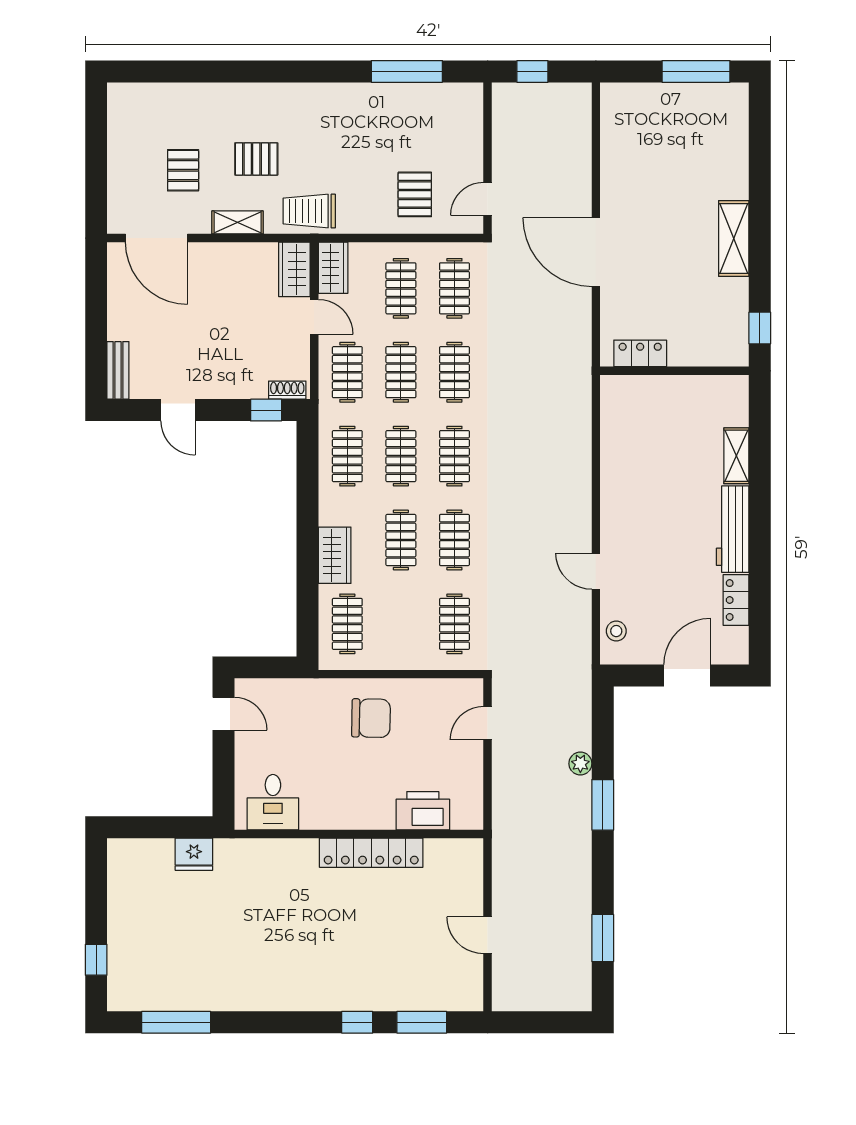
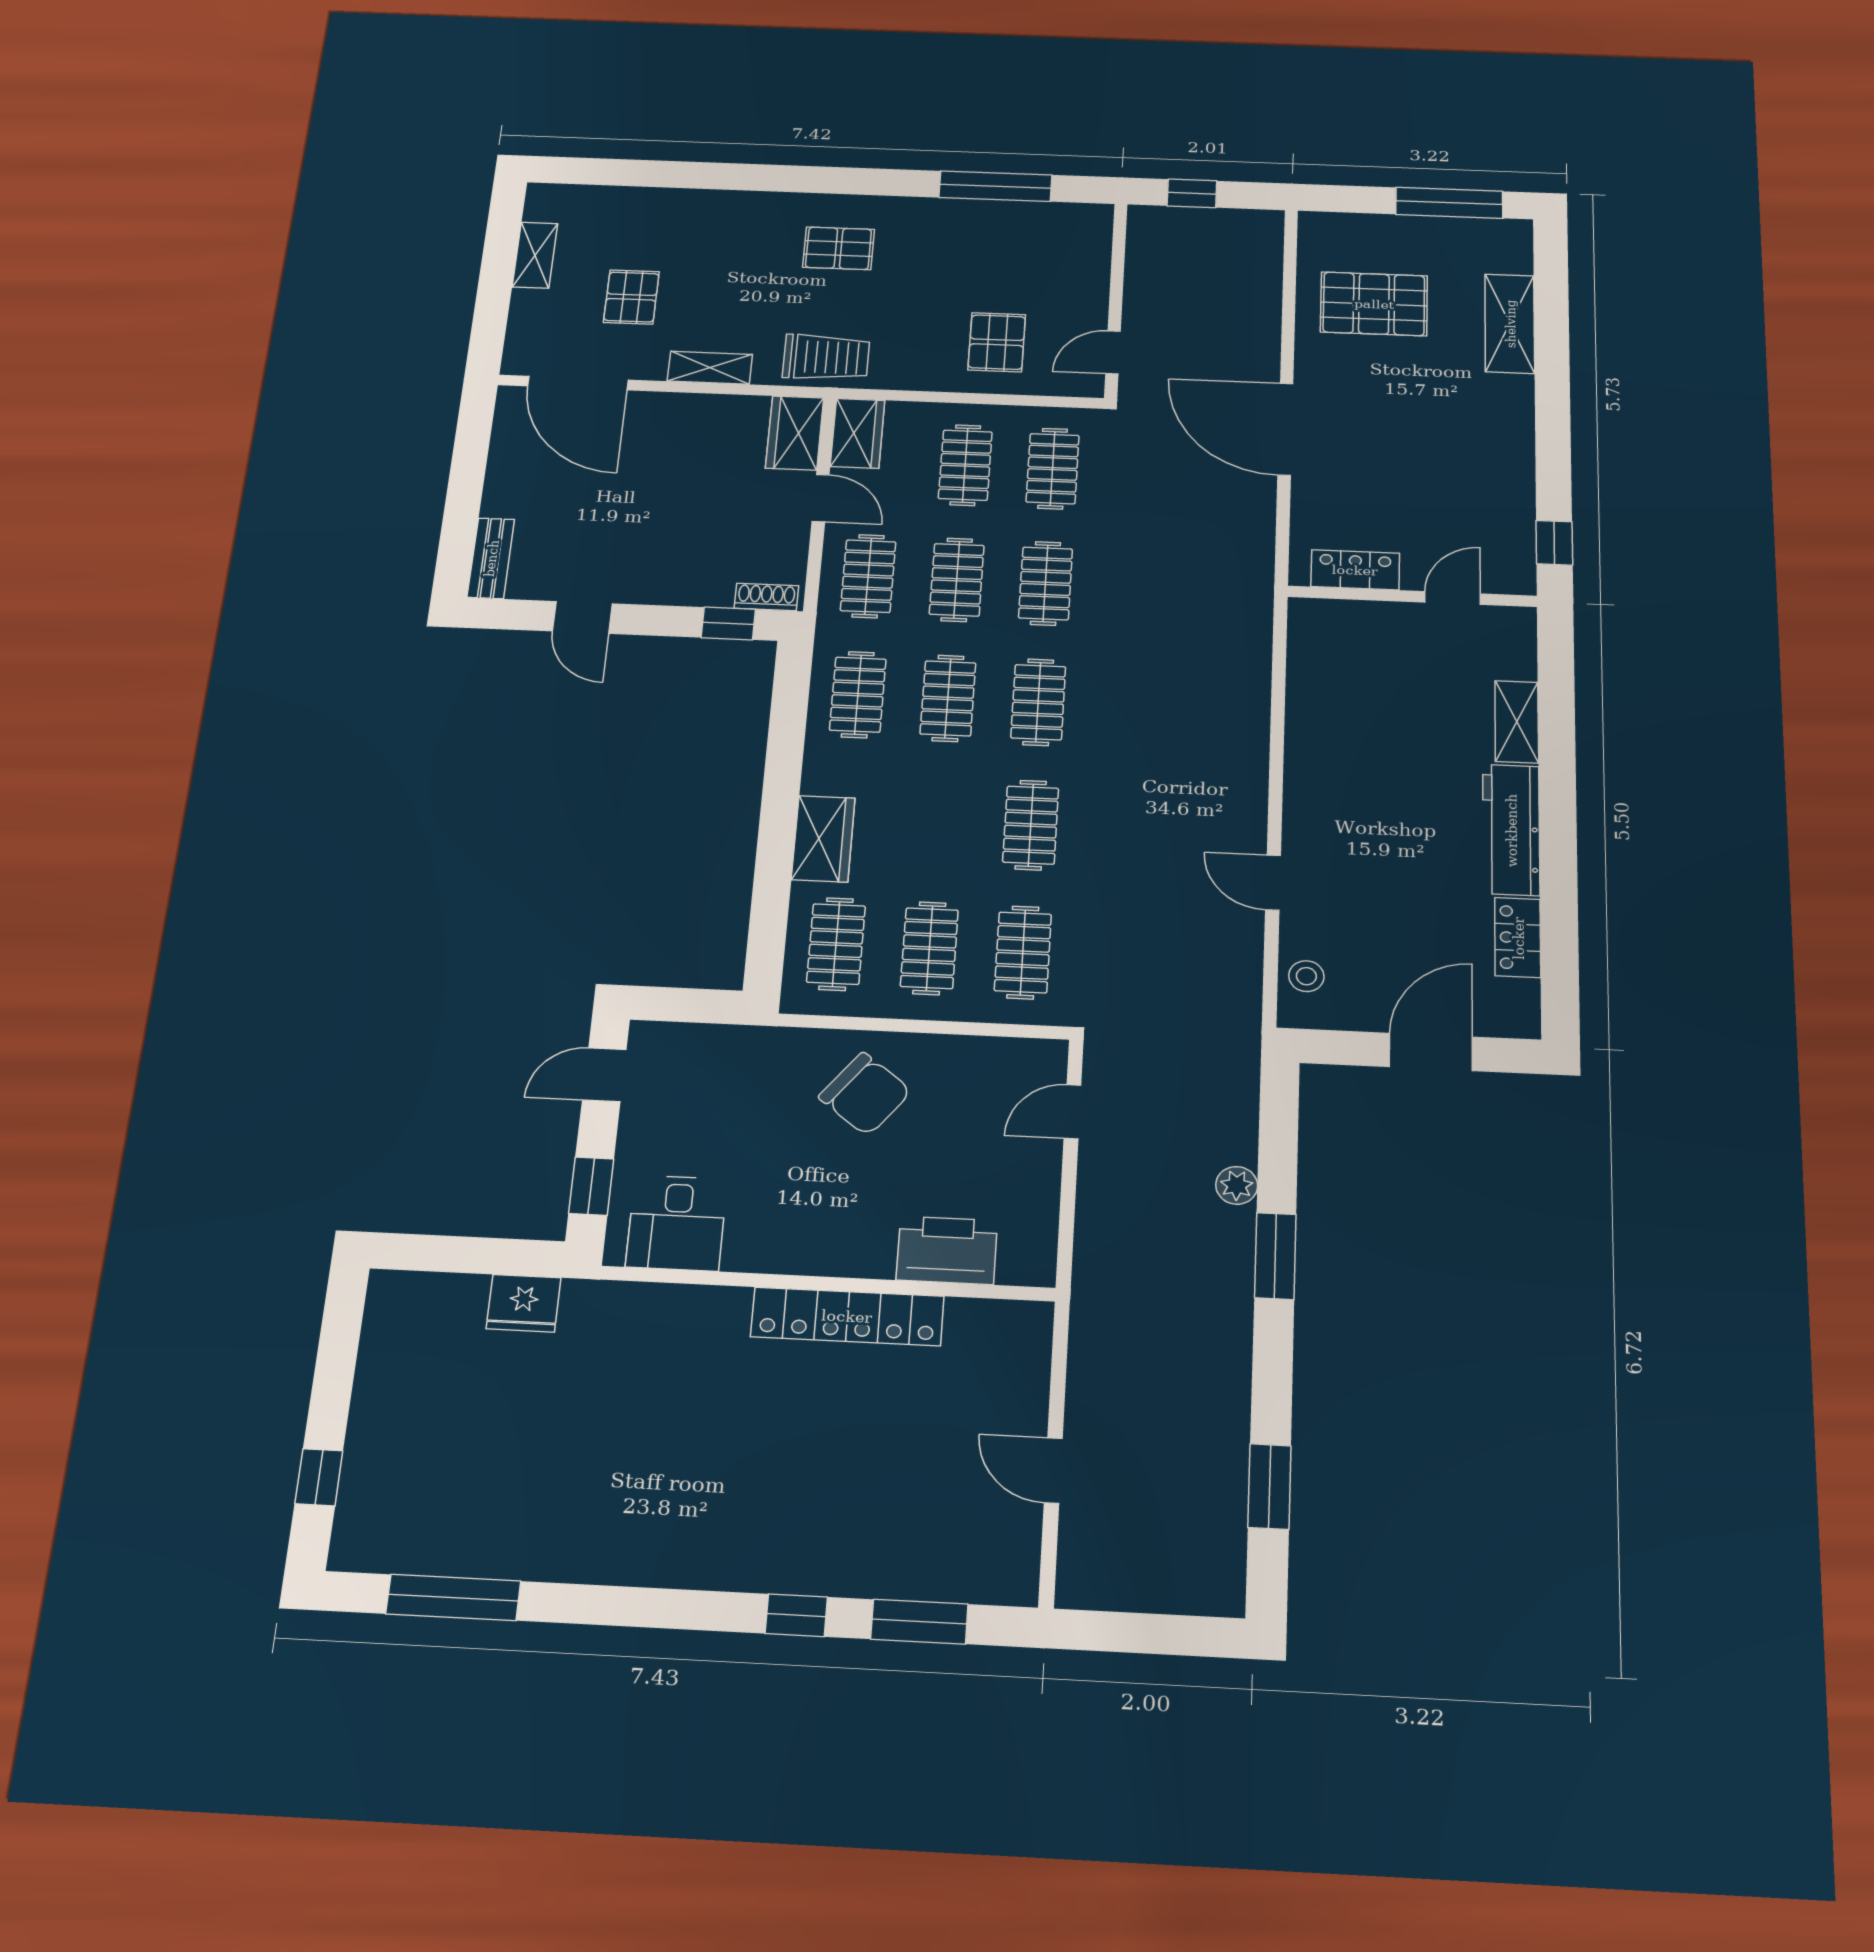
shelving: (119, 140) -> (535, 255), added
pallet: (649, 154) -> (1374, 304), added
pallet: (256, 159) -> (839, 248), moved
trolley: (309, 211) -> (826, 357), turned 180
shelving: (734, 238) -> (1510, 324), moved
door: (699, 371) -> (1453, 598), added
clothes rail: (401, 540) -> (929, 948), moved
door: (223, 714) -> (604, 1075), swing flipped
chair: (371, 718) -> (865, 1094), turned 37
window: (223, 782) -> (591, 1186), added

